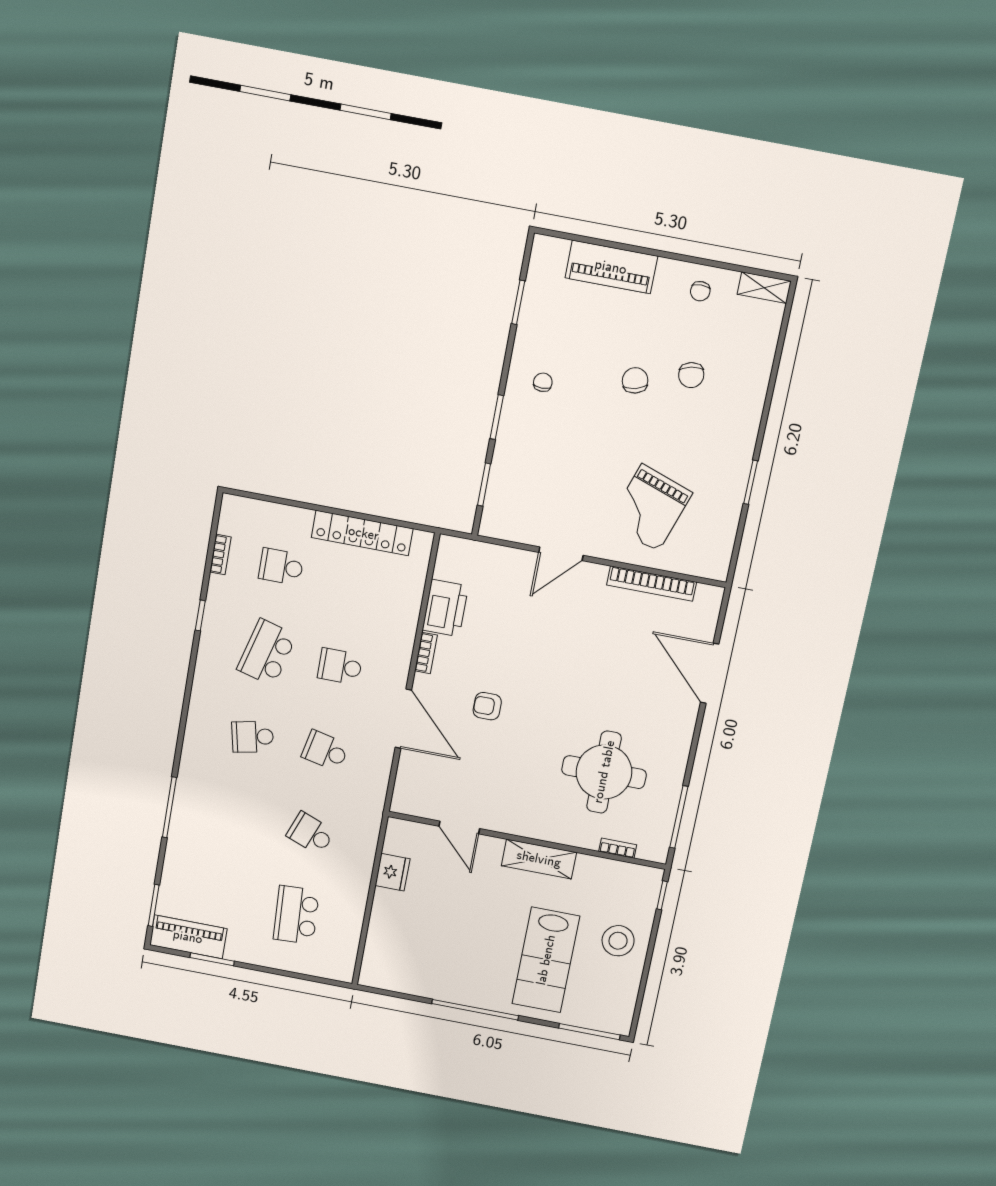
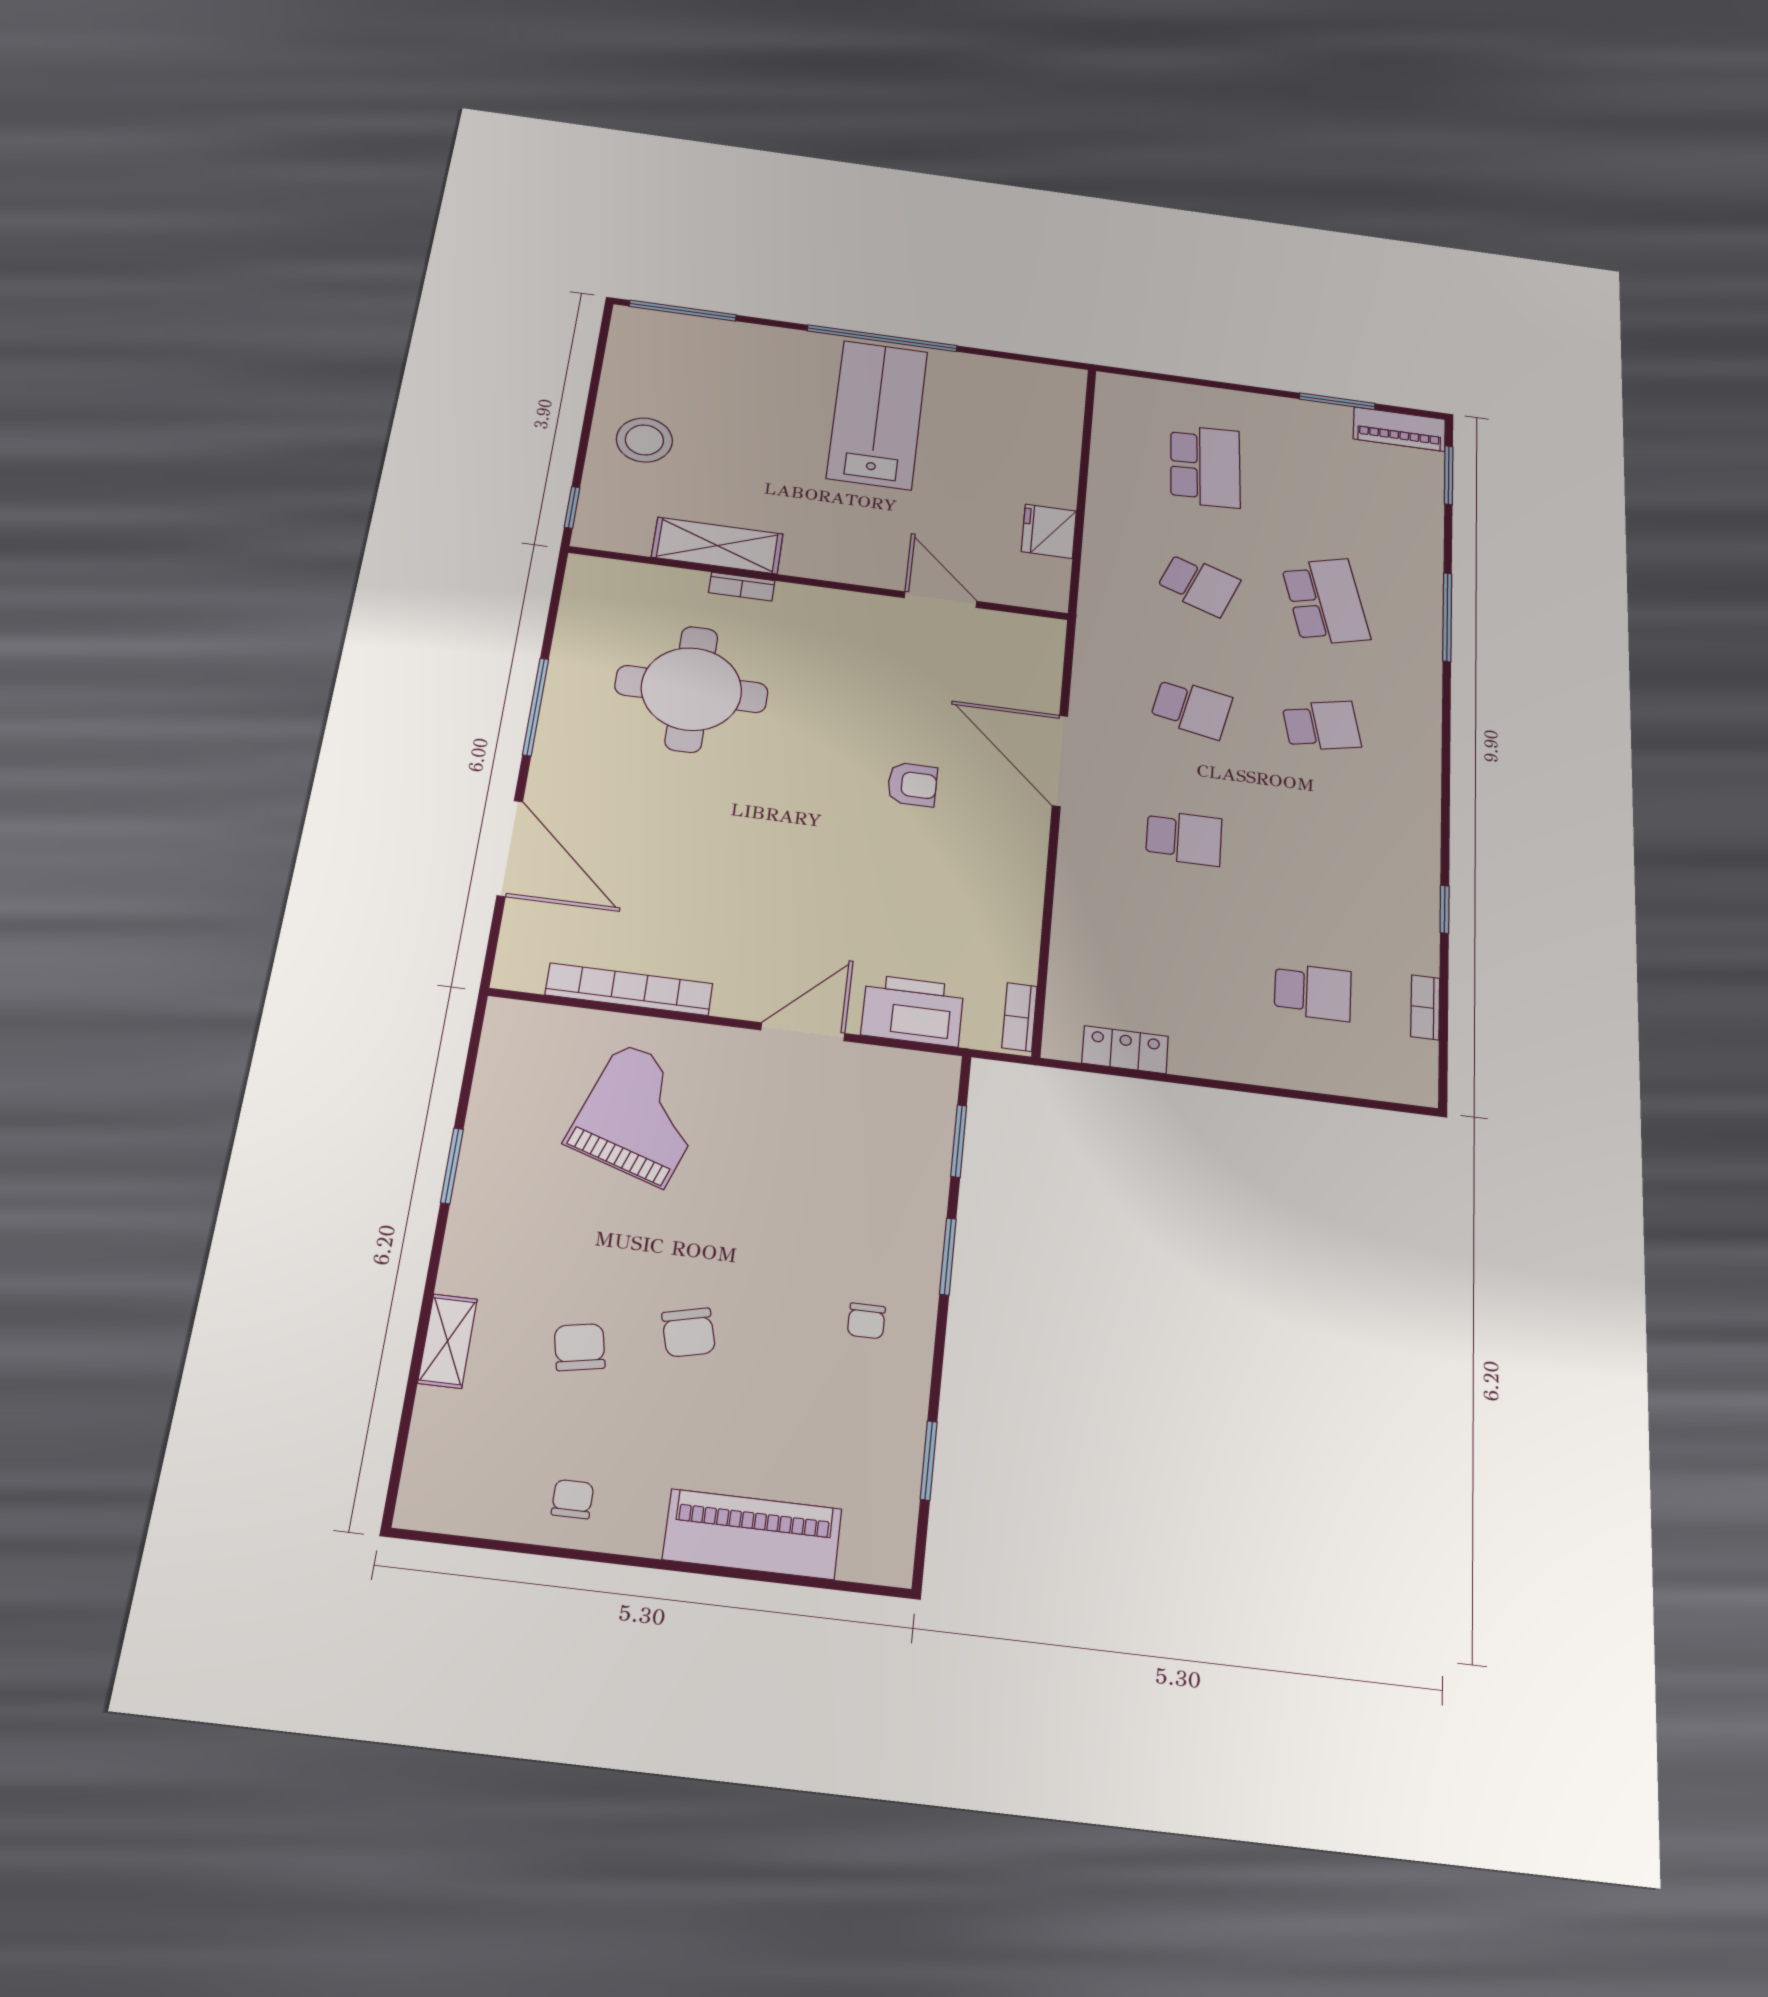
shelving: (764, 288) -> (447, 1341), moved, turned 90
locker: (362, 533) -> (1125, 1050), width x0.46, depth x0.83
printer: (445, 608) -> (912, 1011), moved, turned 90
school desk: (267, 652) -> (1326, 602), moved, turned -30
bookcase: (426, 653) -> (1019, 1017), moved
window: (679, 817) -> (536, 707), moved
bookcase: (618, 848) -> (742, 587), moved
shelving: (539, 859) -> (717, 546), moved
piano: (188, 937) -> (1399, 429), width x0.73, depth x0.75
lab bench: (546, 960) -> (877, 415), moved

